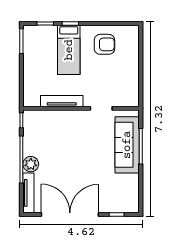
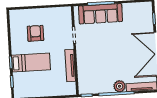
armchair: (104, 44) -> (35, 33), moved

